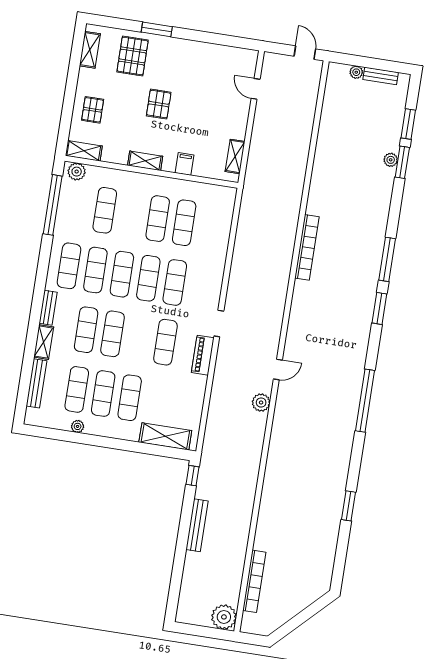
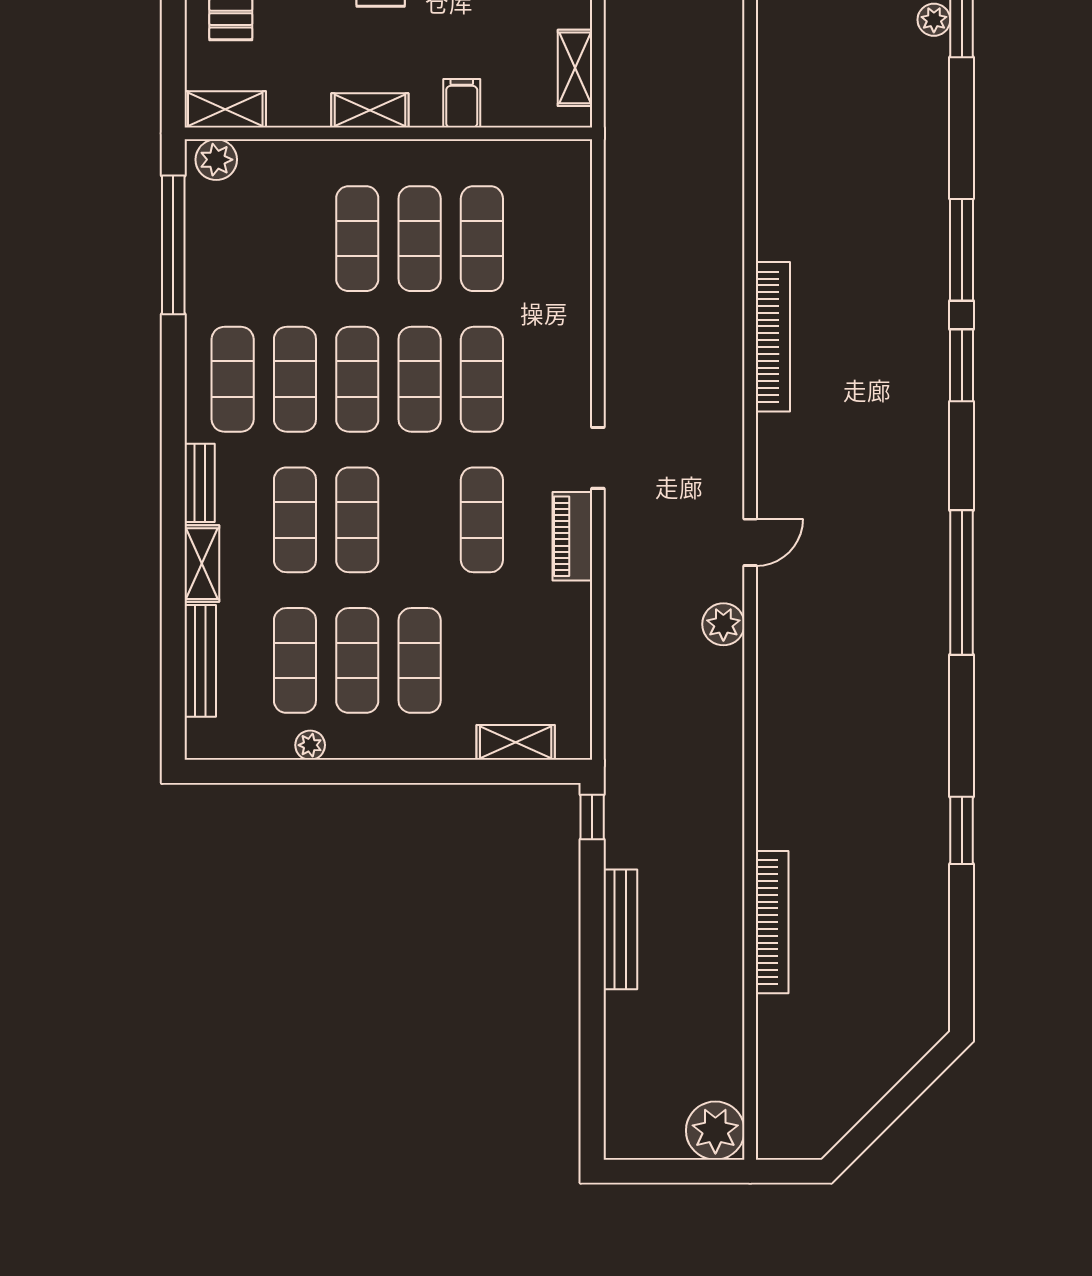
exercise mat: (105, 210) -> (357, 239), moved
bookcase: (307, 247) -> (773, 337), moved
shelving: (165, 436) -> (516, 742), width x0.67, depth x0.75
bookcase: (254, 581) -> (772, 922), moved

